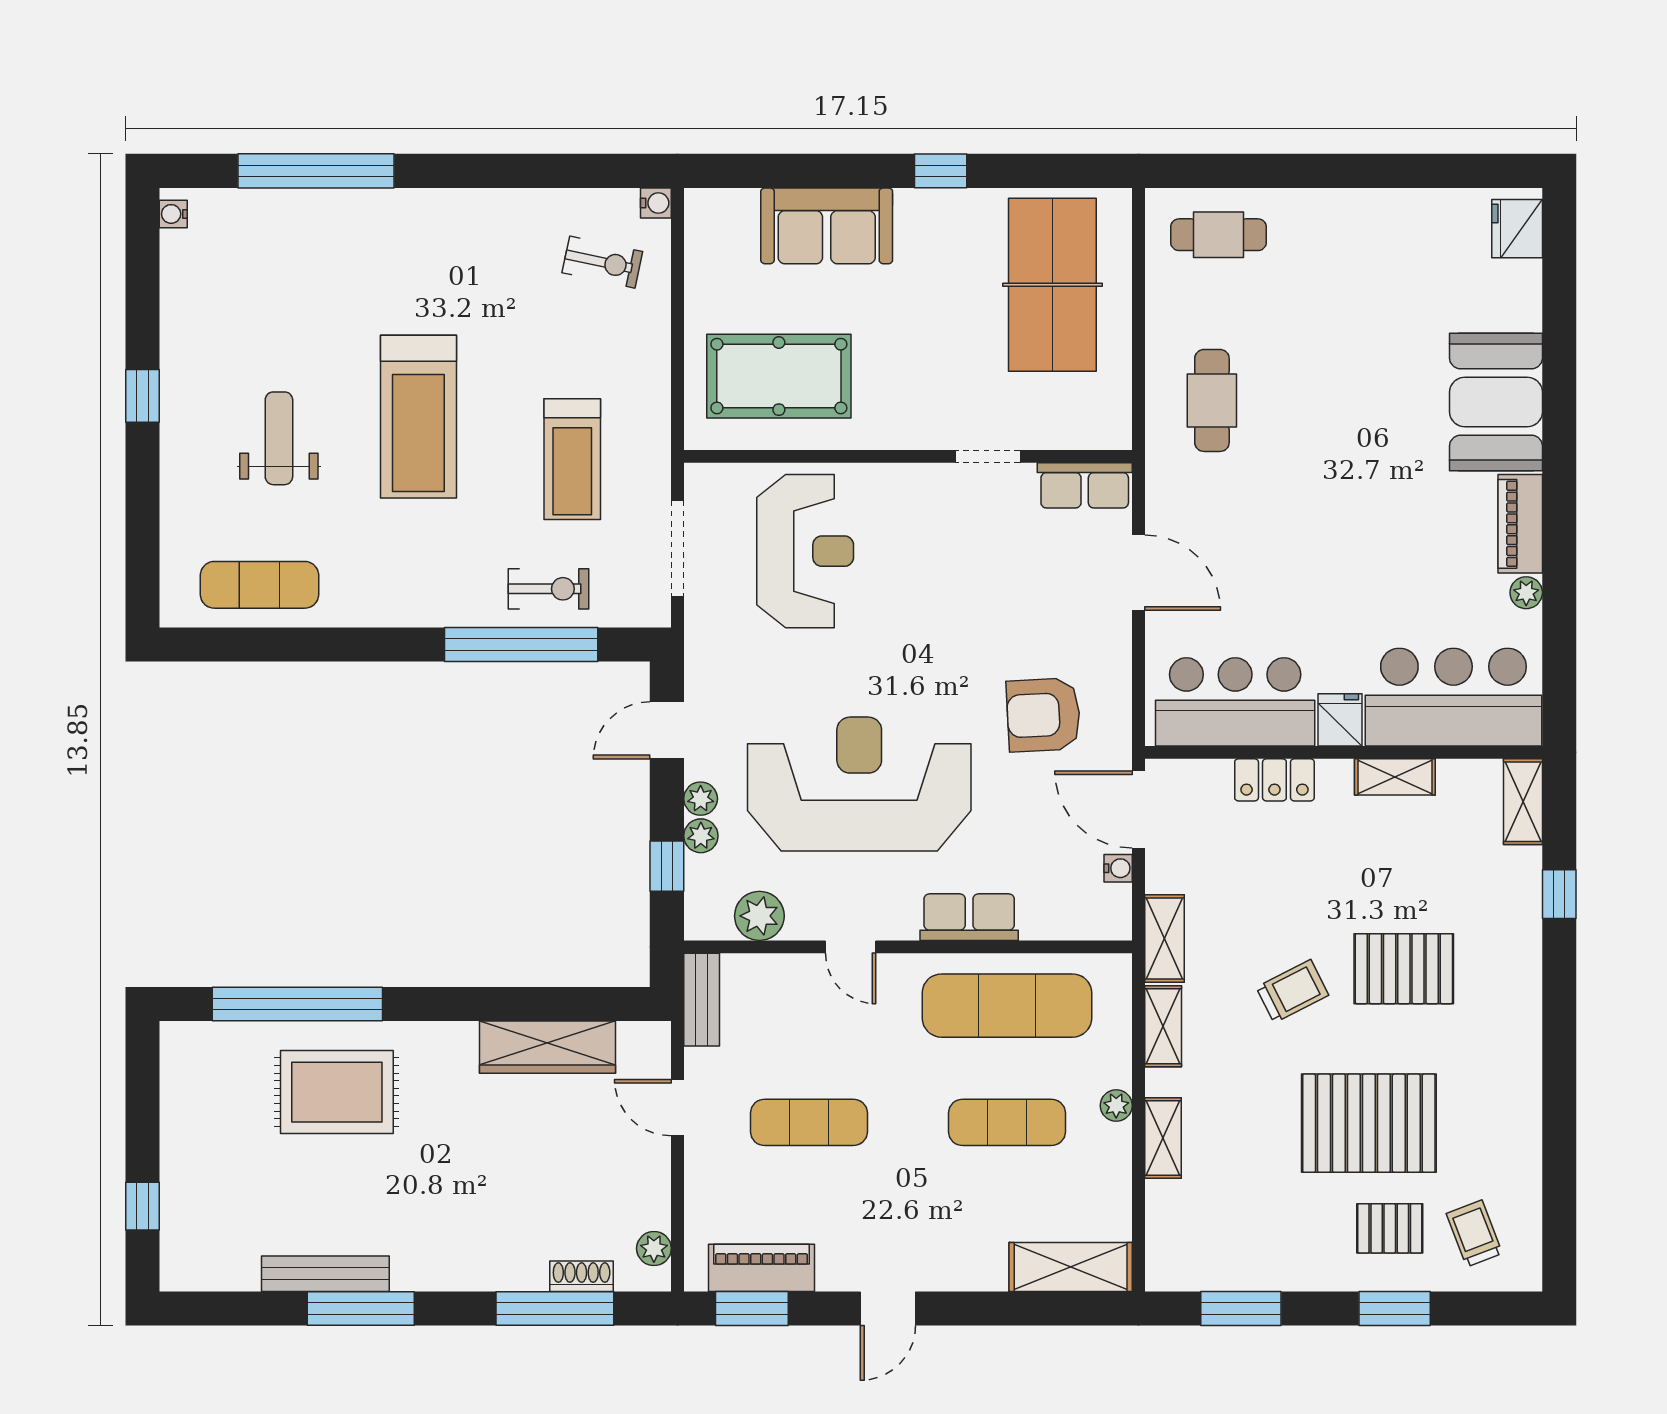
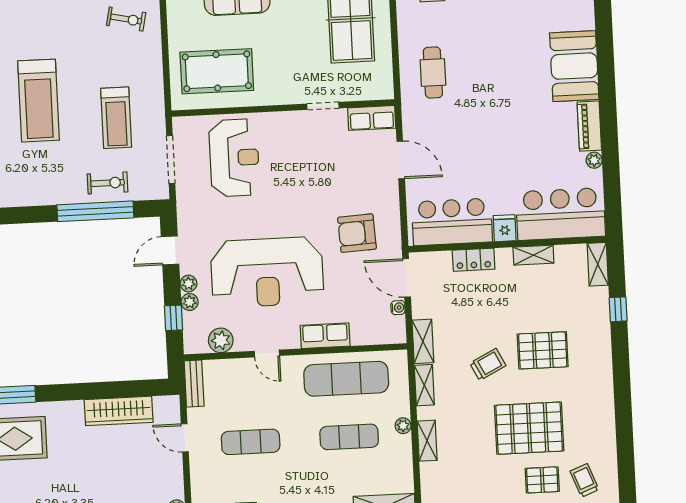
reception desk: (859, 784) -> (267, 272), turned 180

